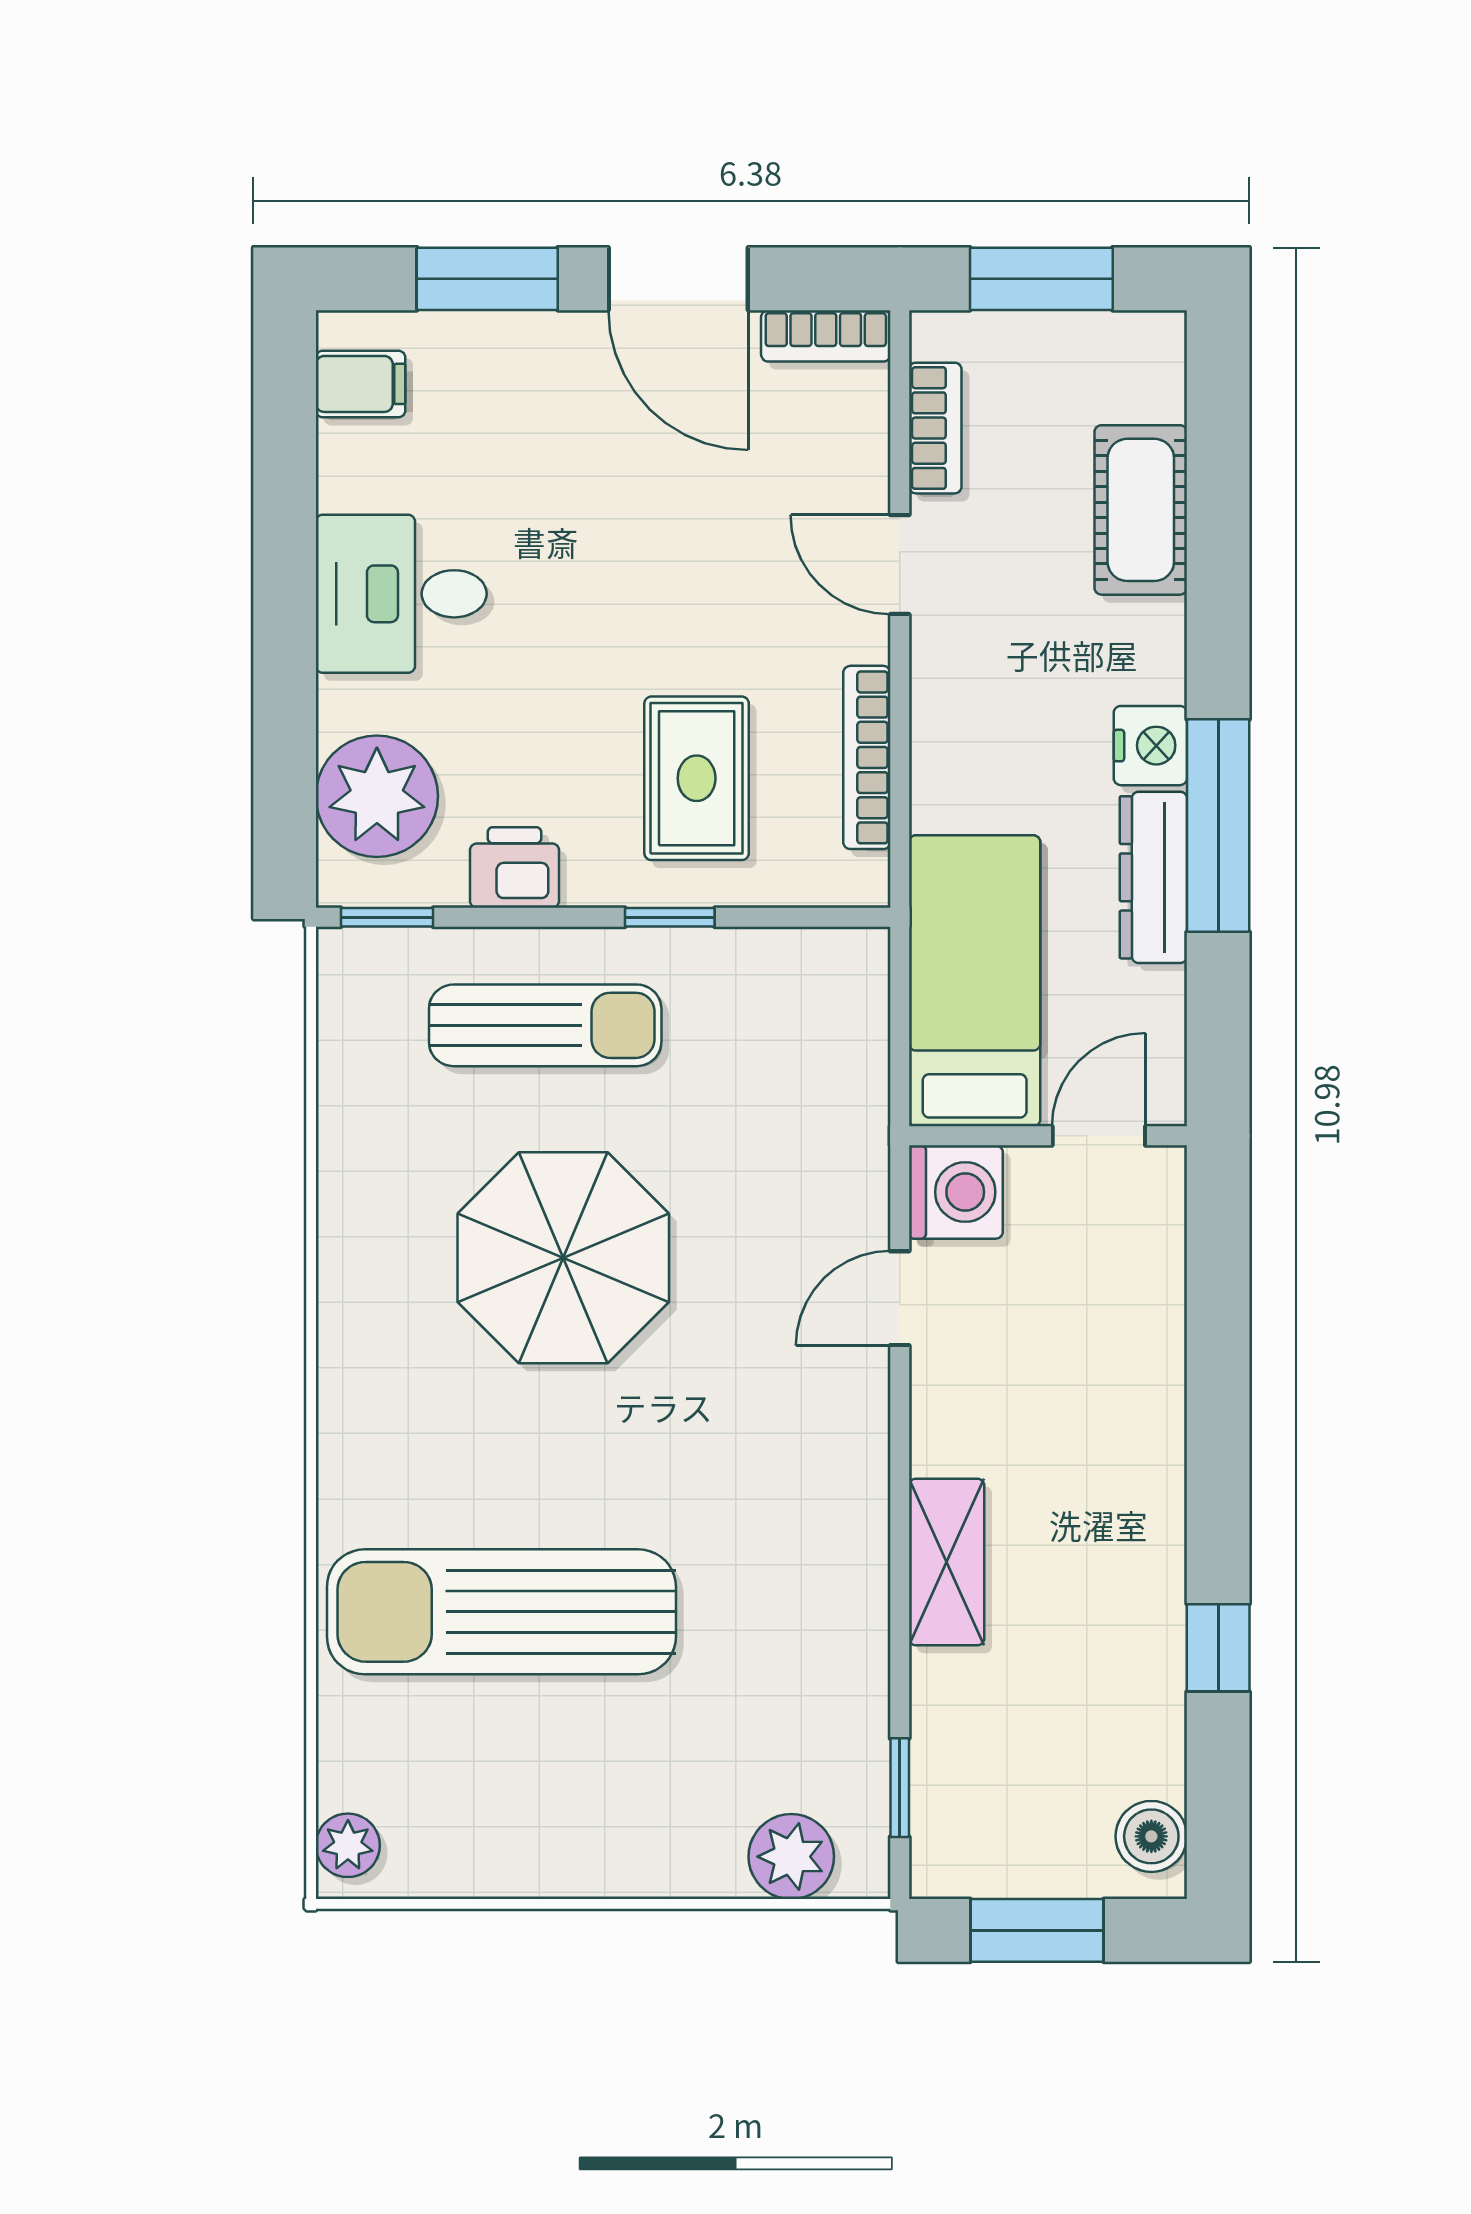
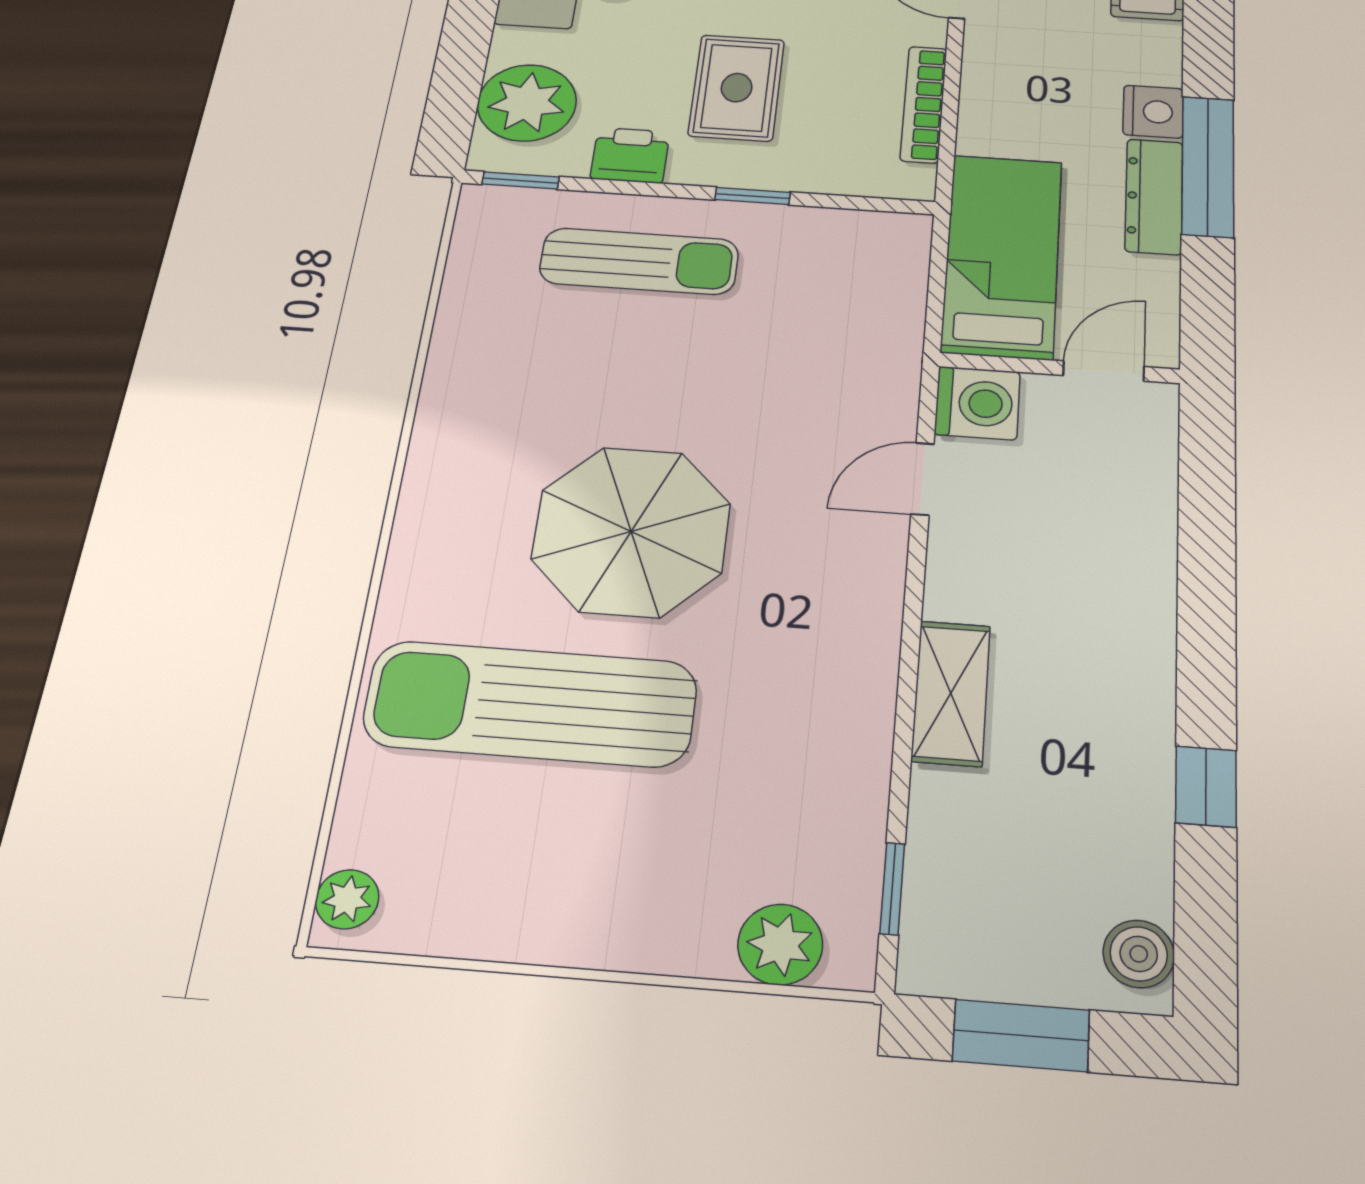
rug: (697, 778) -> (737, 88), moved
parasol: (563, 1258) -> (631, 531), moved

